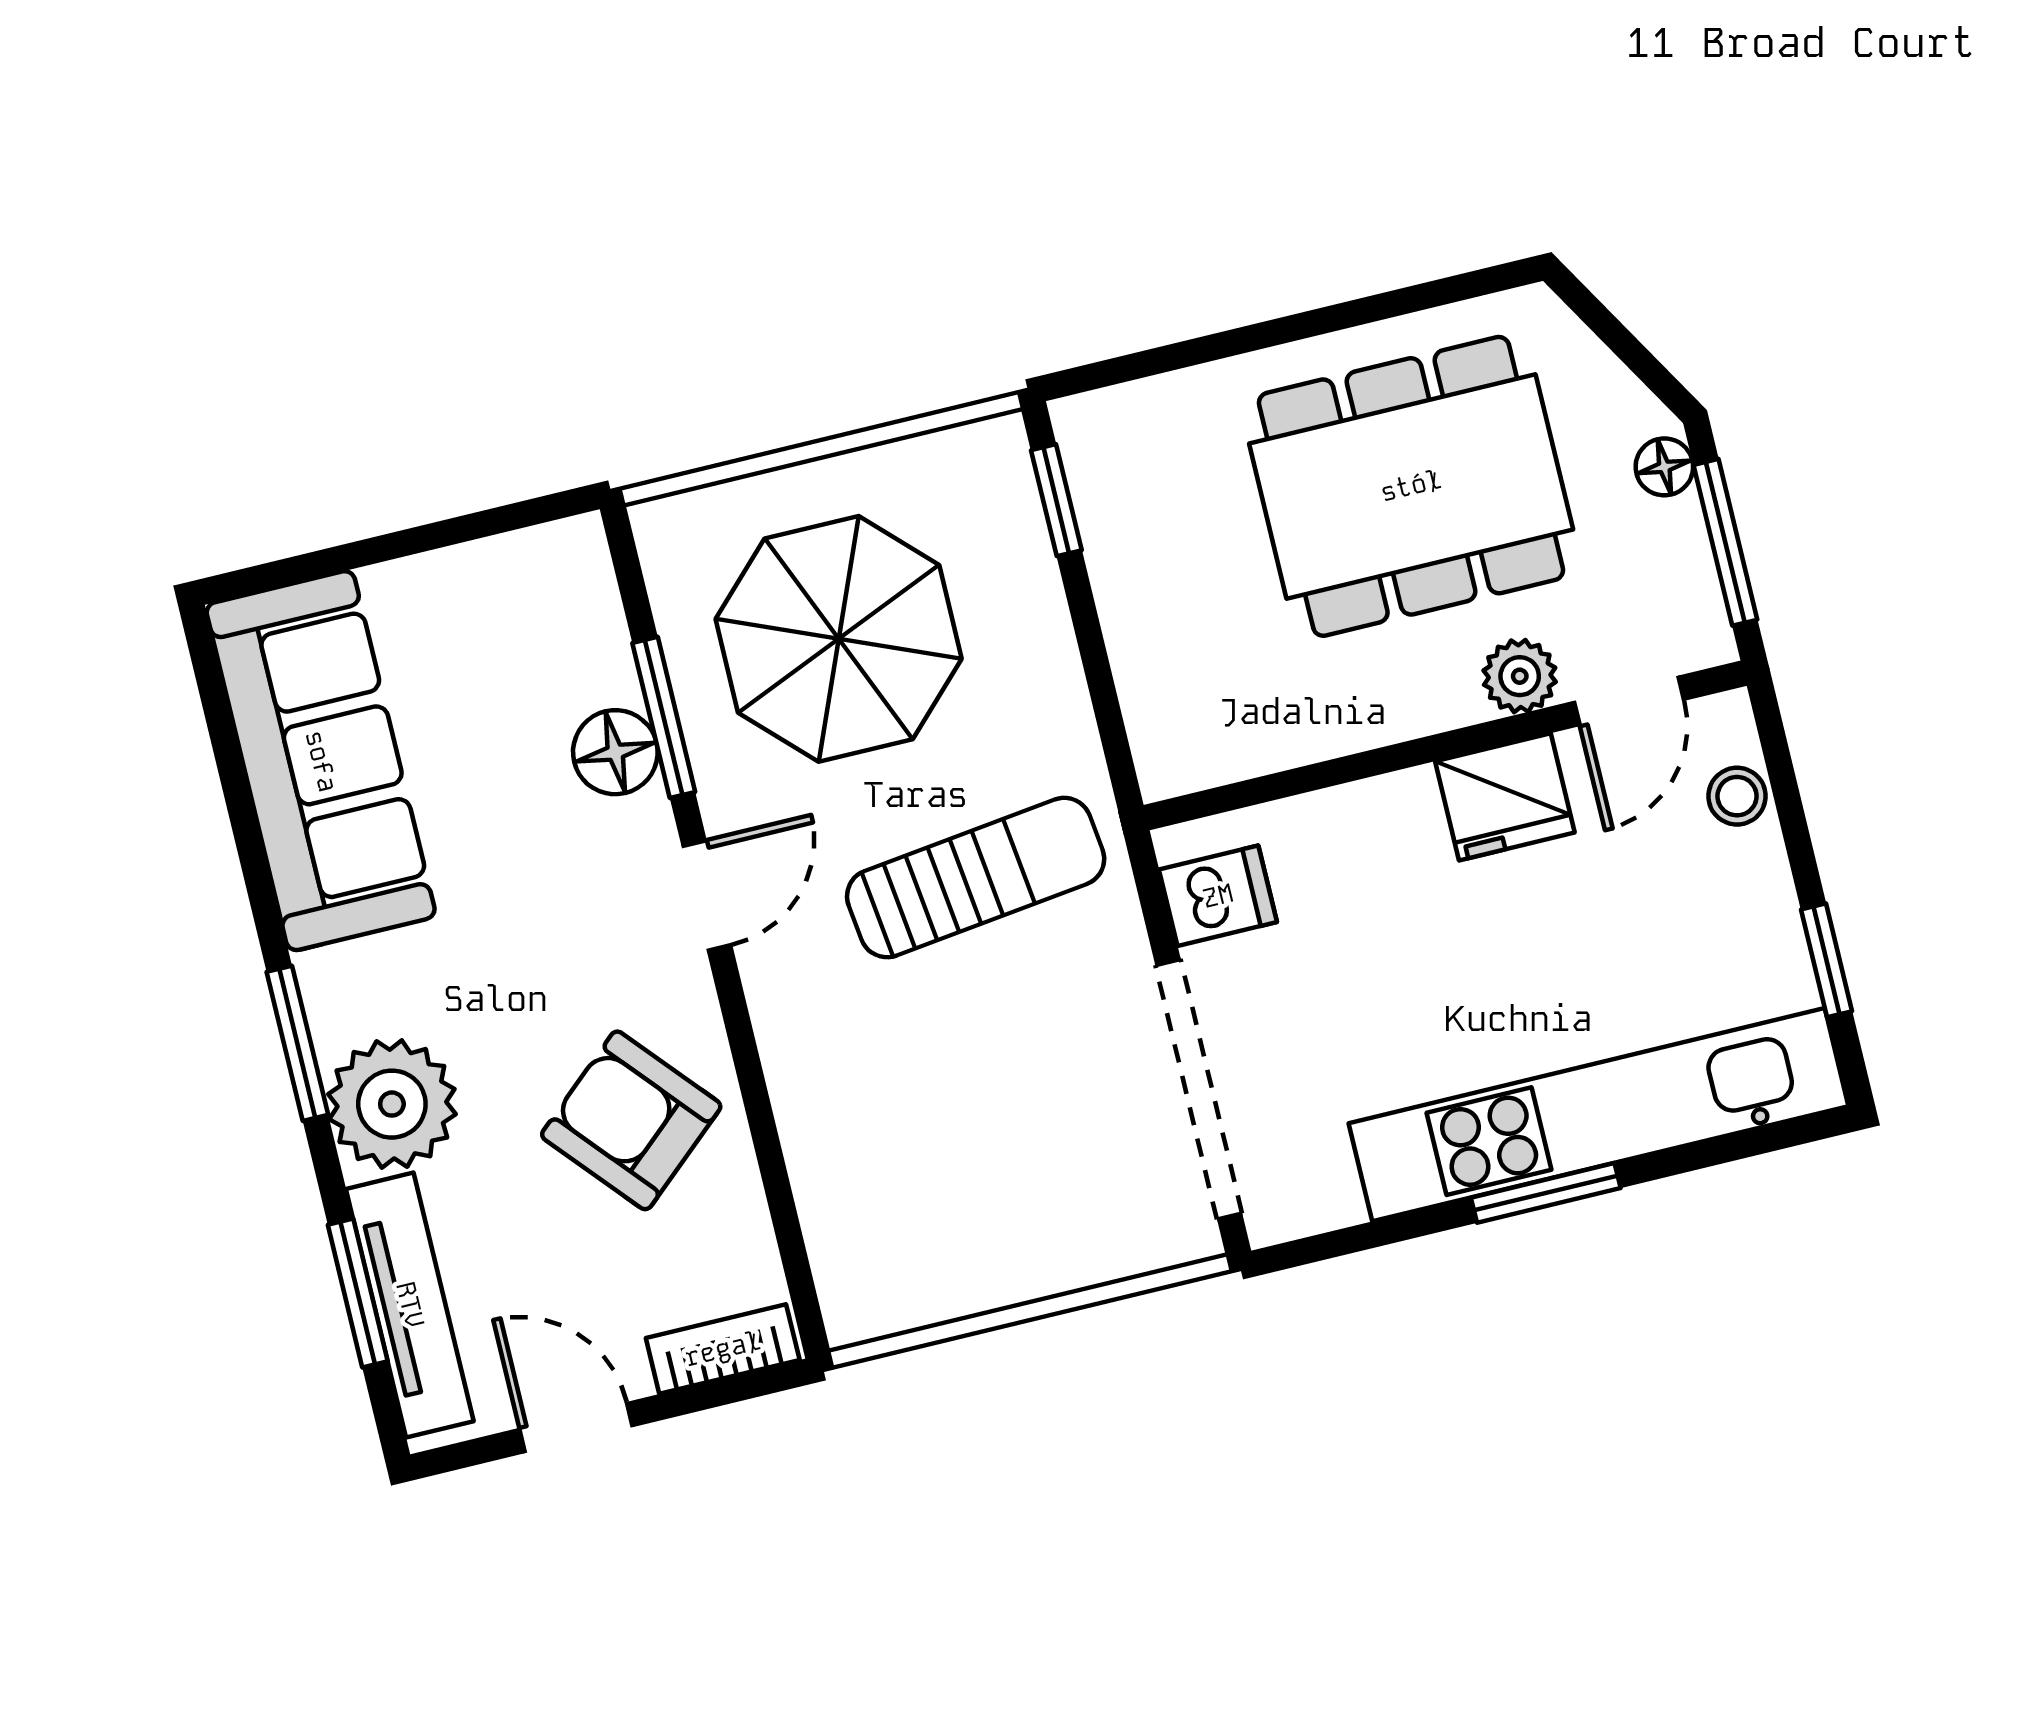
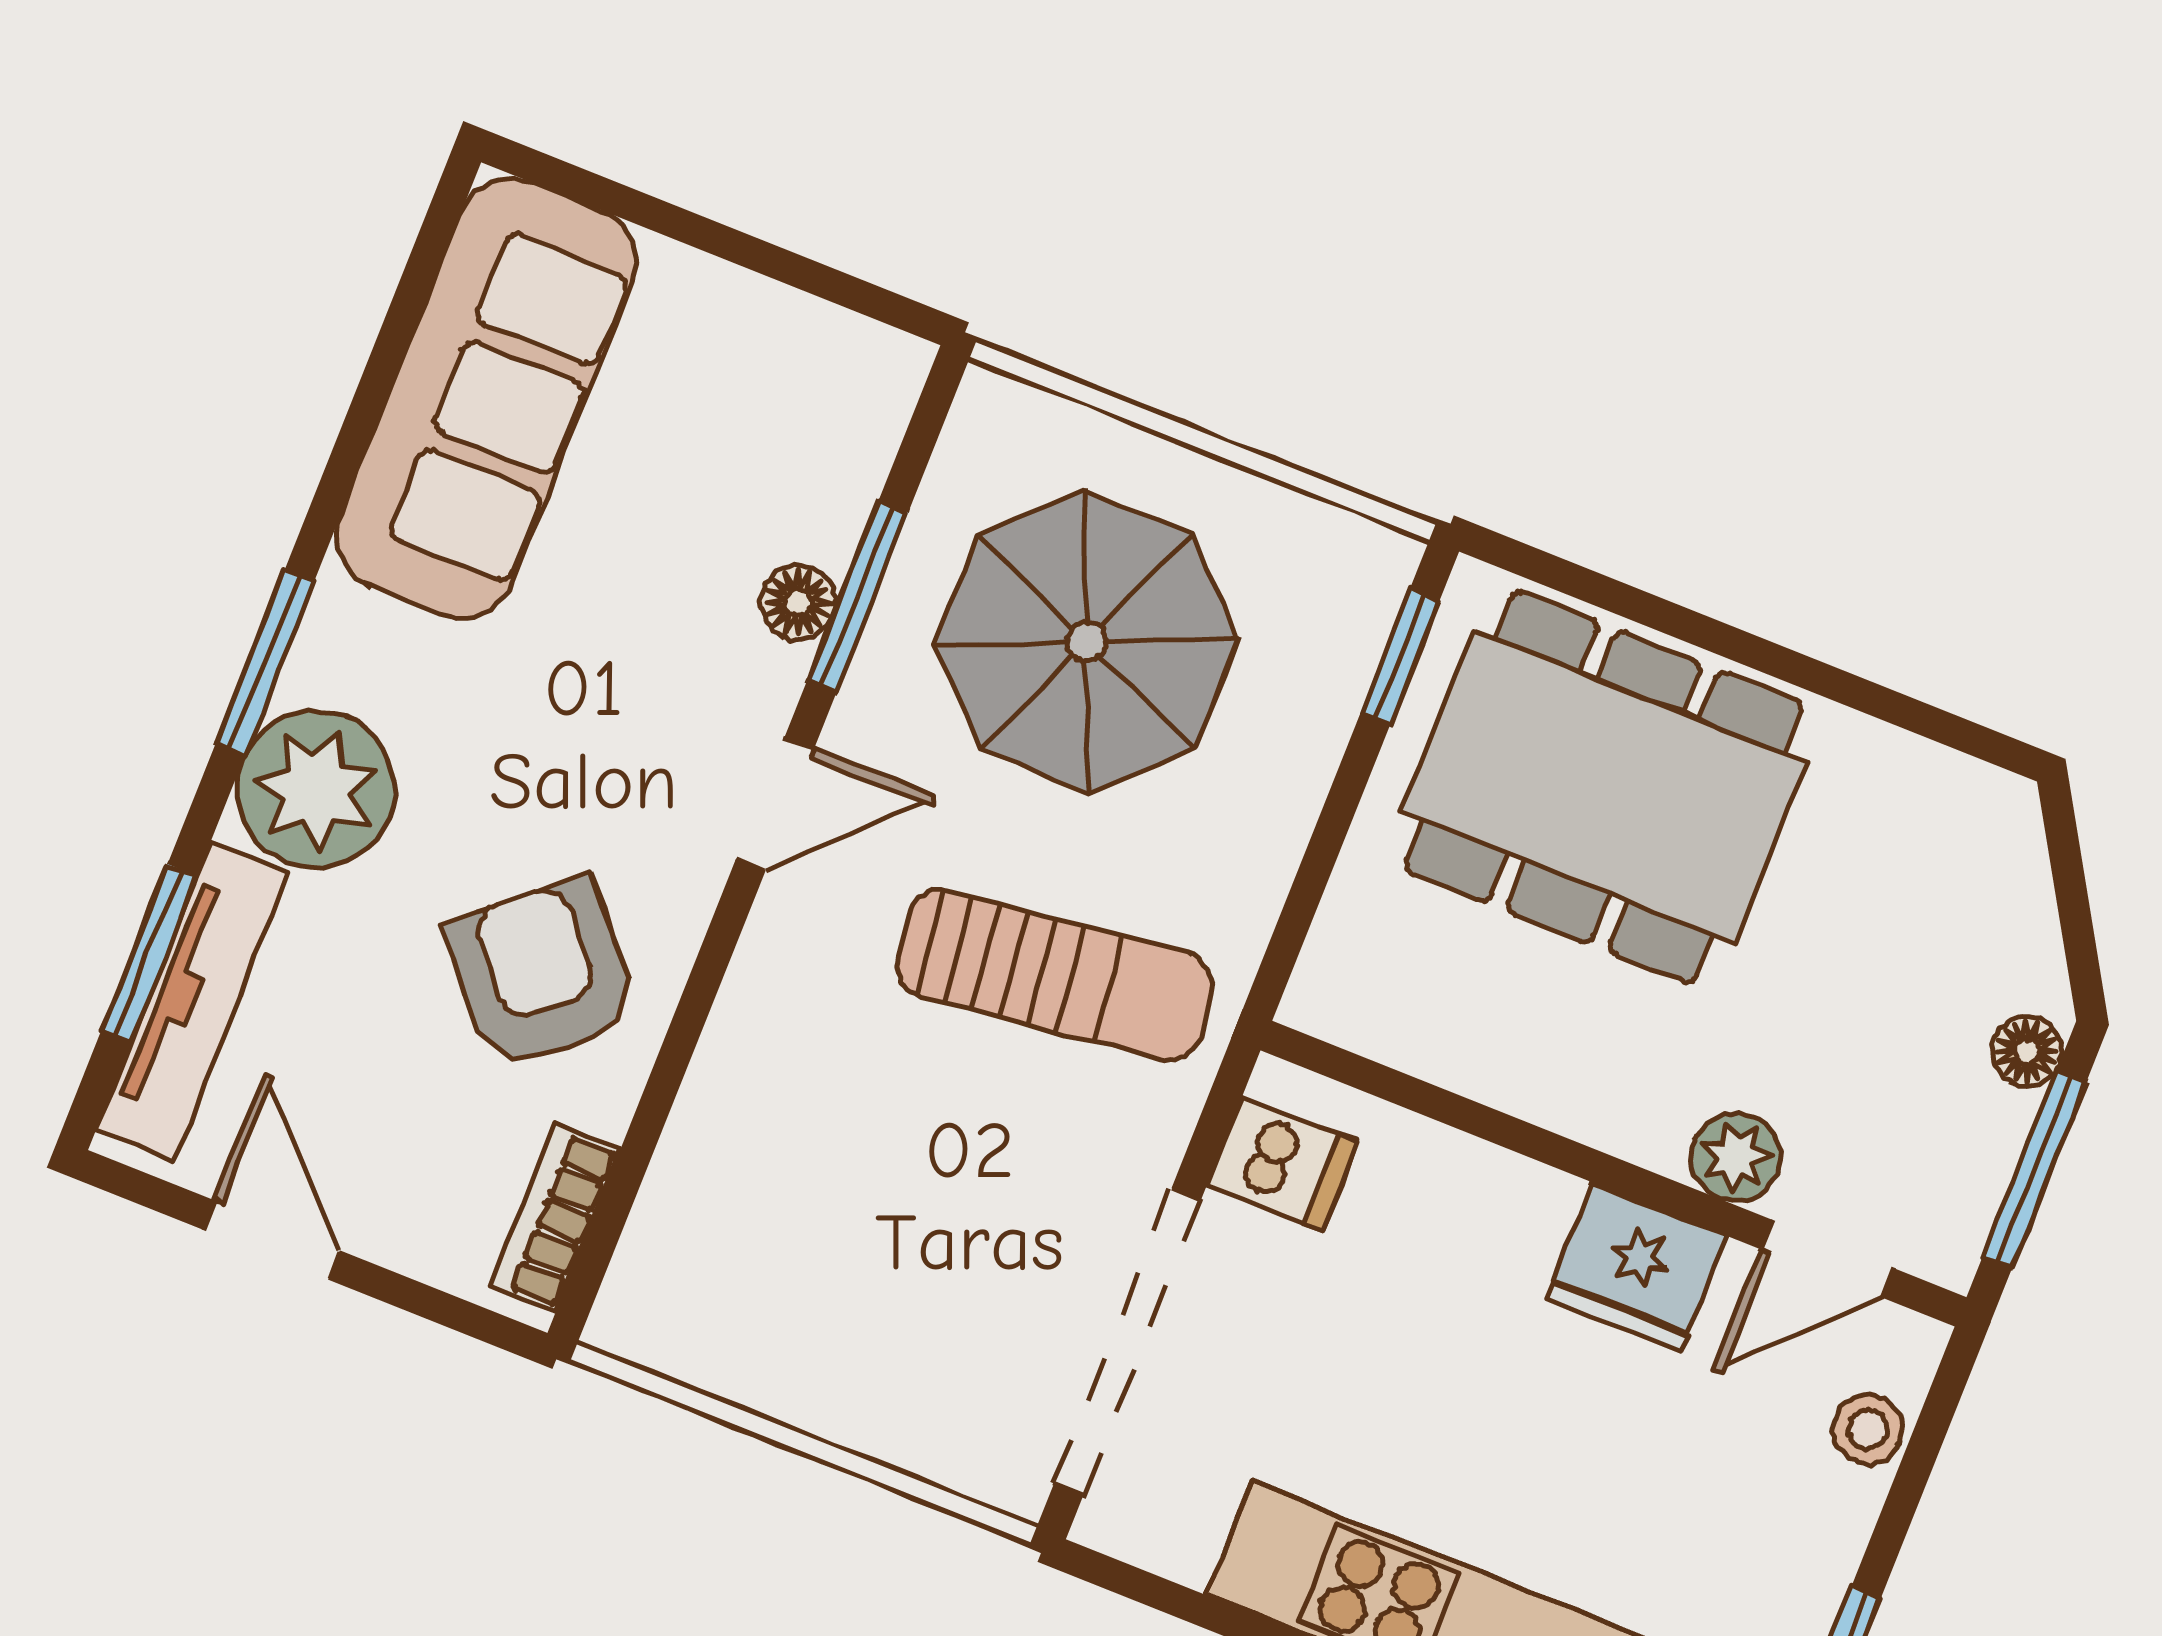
dining table: (1411, 486) -> (1604, 787), moved
floor lamp: (615, 752) -> (798, 602), width x0.73, depth x0.73
bookcase: (723, 1349) -> (556, 1218), moved, turned -90

